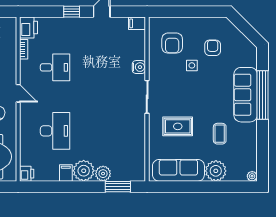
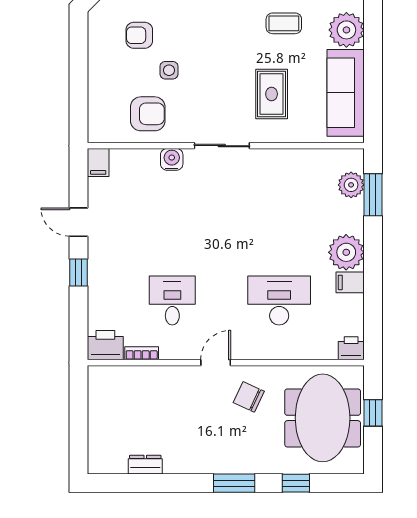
armchair: (172, 43) -> (148, 114), moved
plant: (103, 174) -> (351, 185), moved

